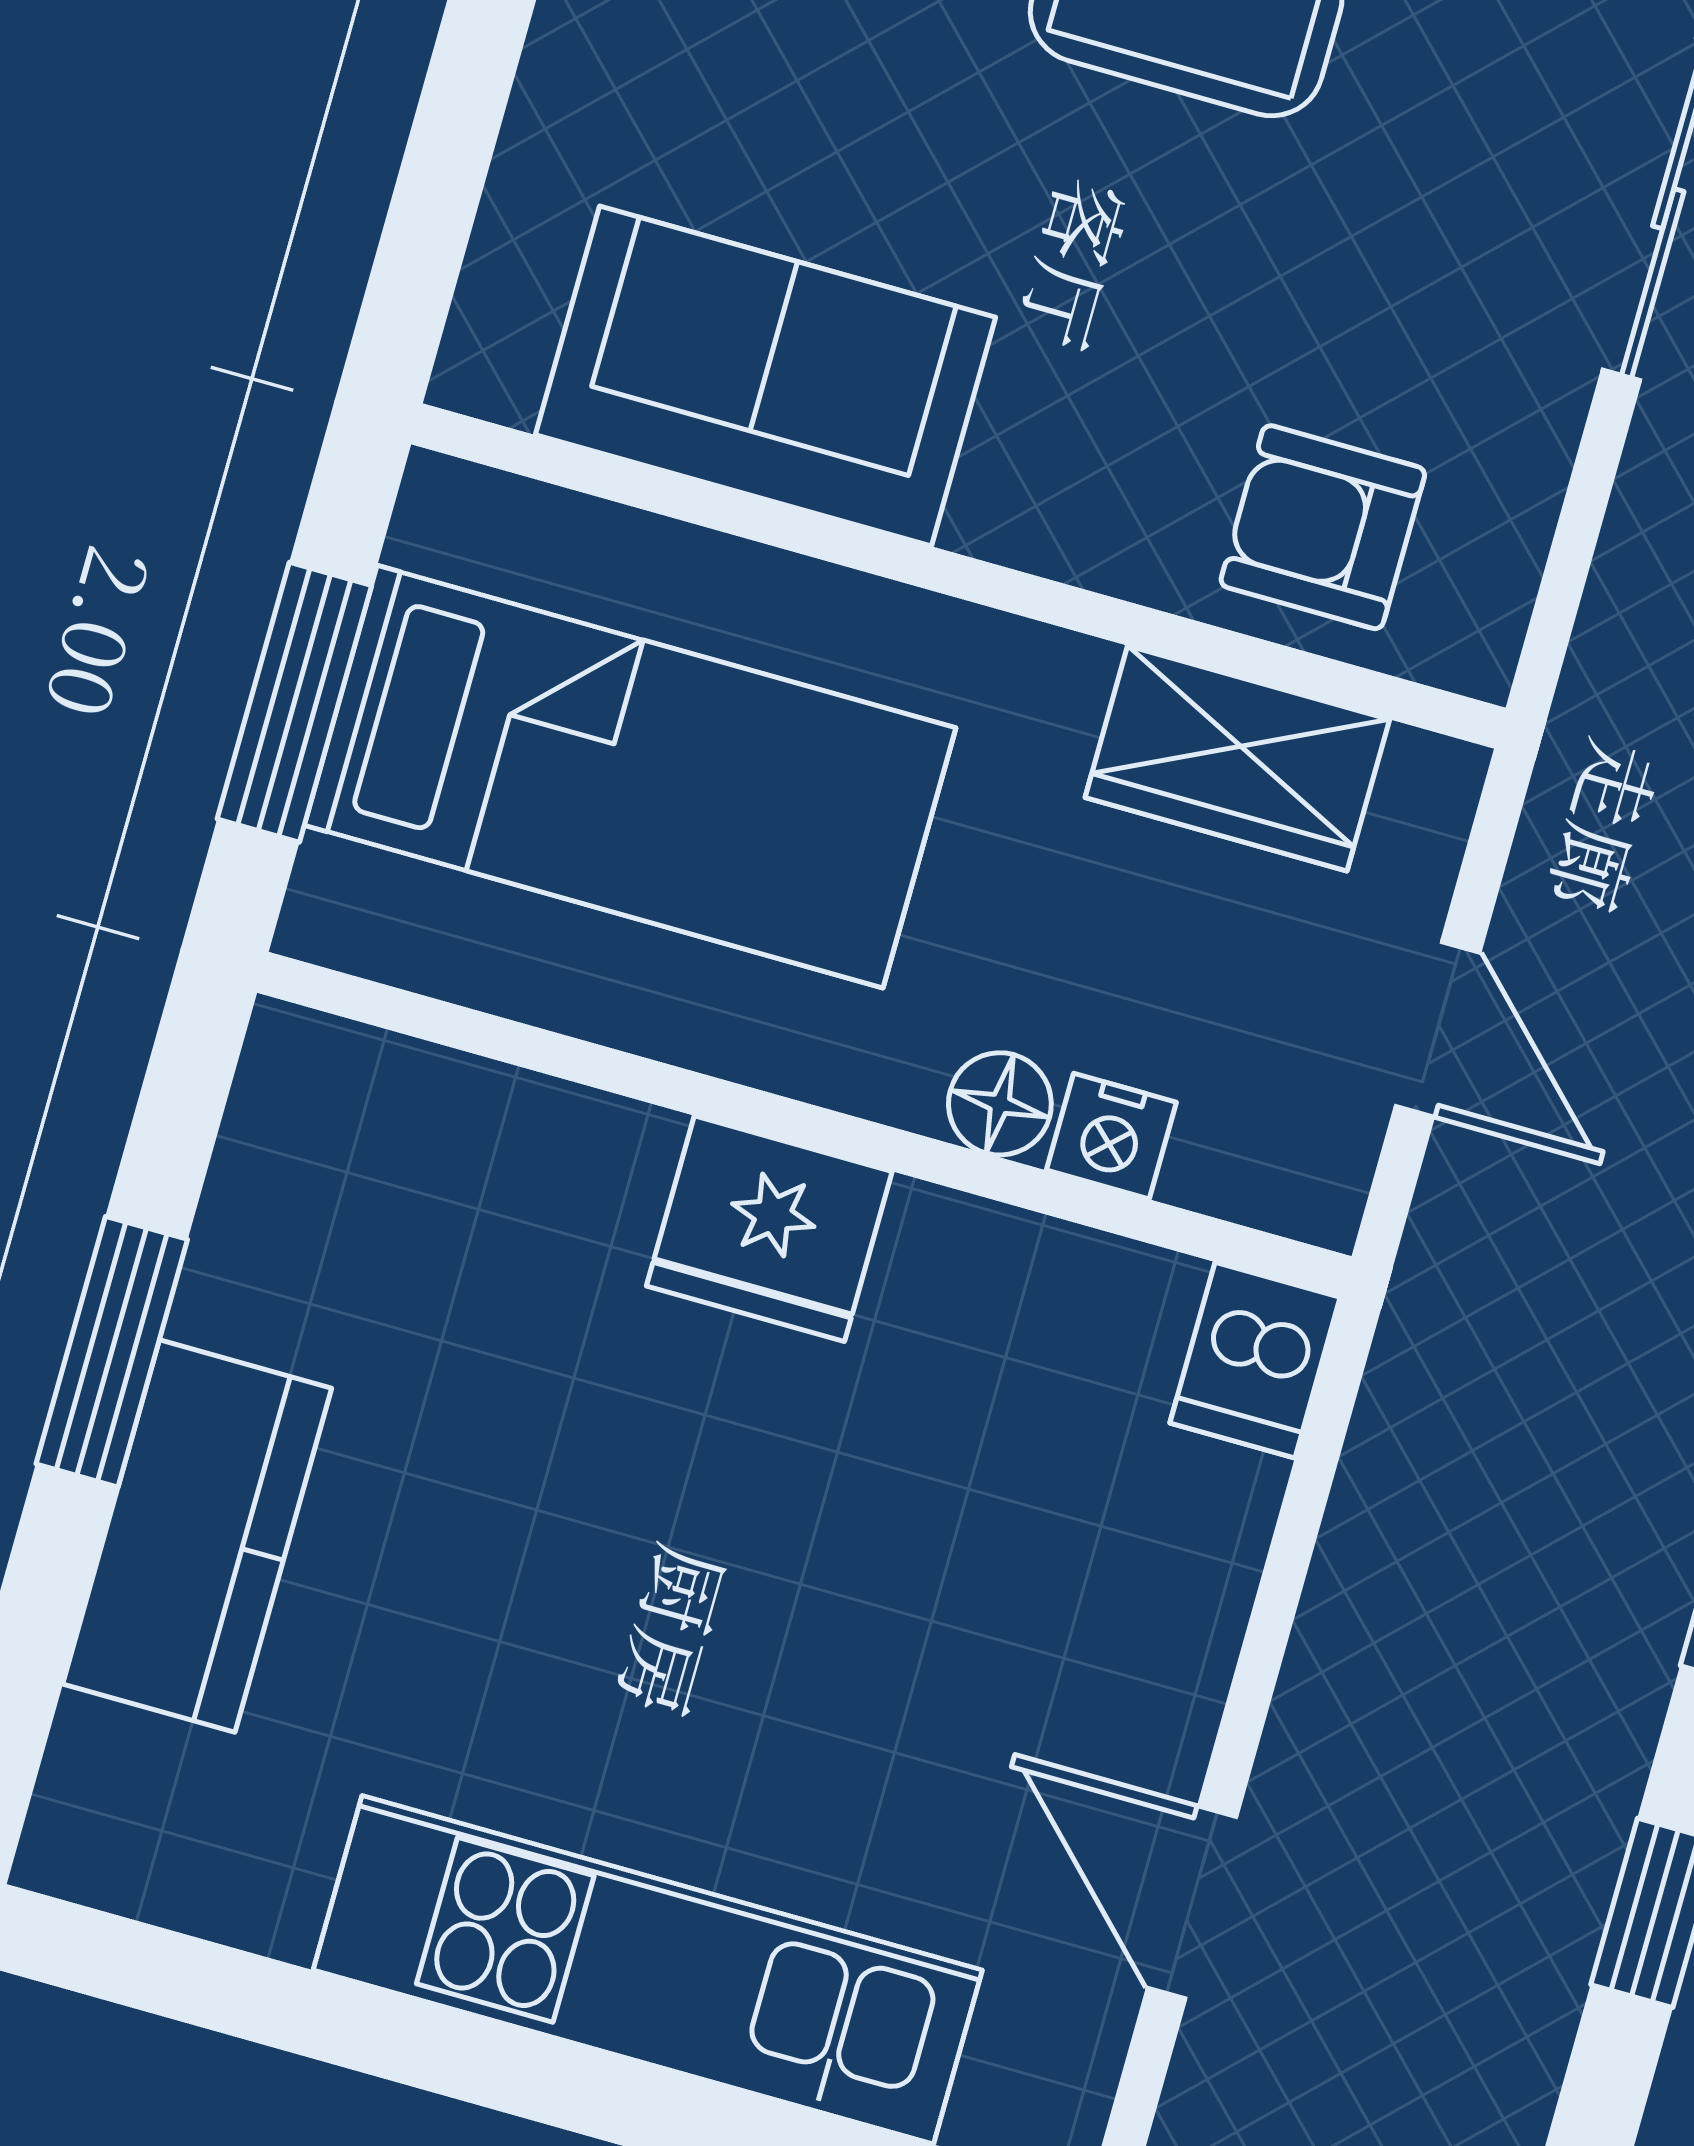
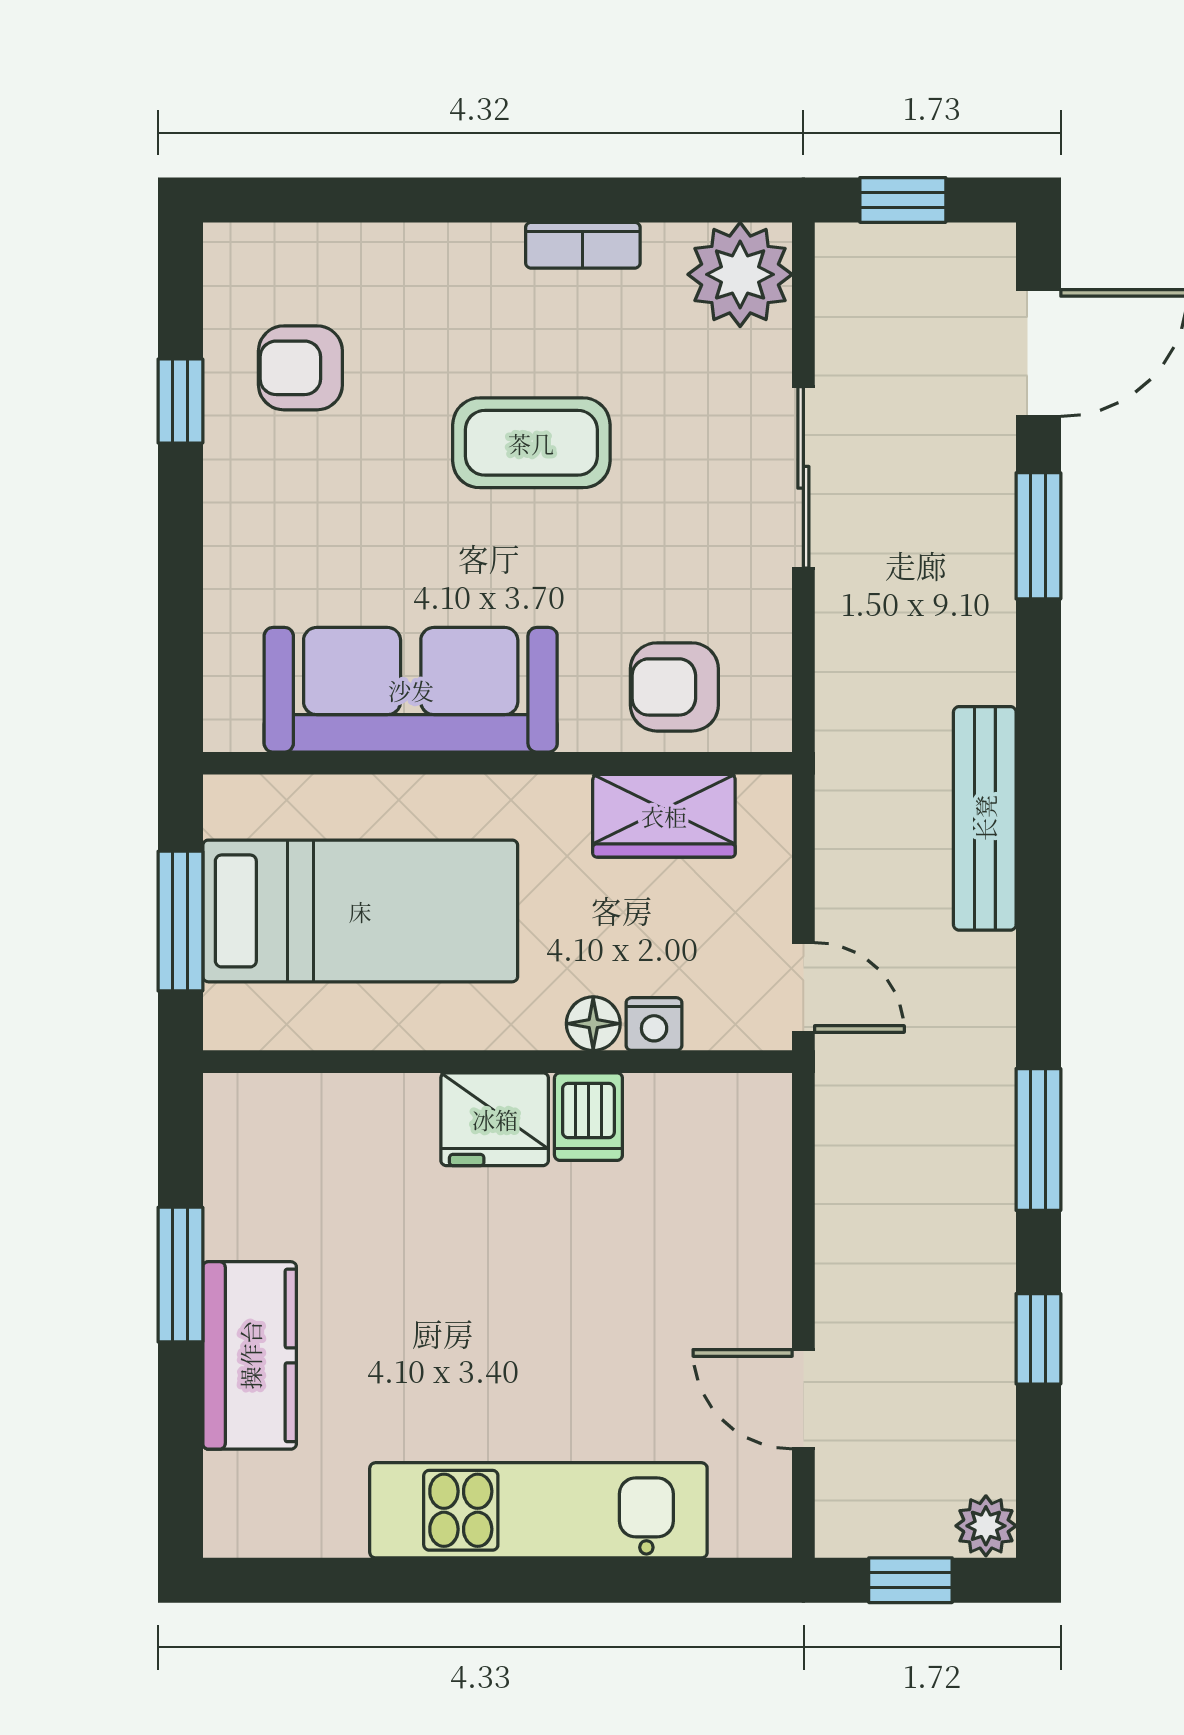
sofa: (765, 376) -> (411, 690), width x1.36
door: (1438, 1029) -> (803, 987), moved
dishwasher: (1255, 1360) -> (588, 1117), moved

